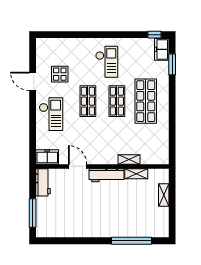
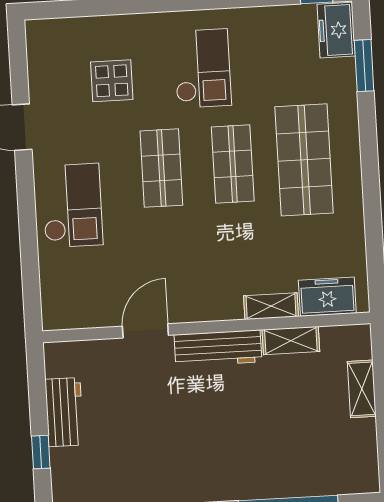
display table: (60, 74) -> (112, 81), moved
freezer: (47, 157) -> (327, 297), moved
door: (78, 166) -> (145, 331), hinge flipped
workbench: (43, 182) -> (64, 412), moved
window: (33, 213) -> (41, 452), width x0.46

